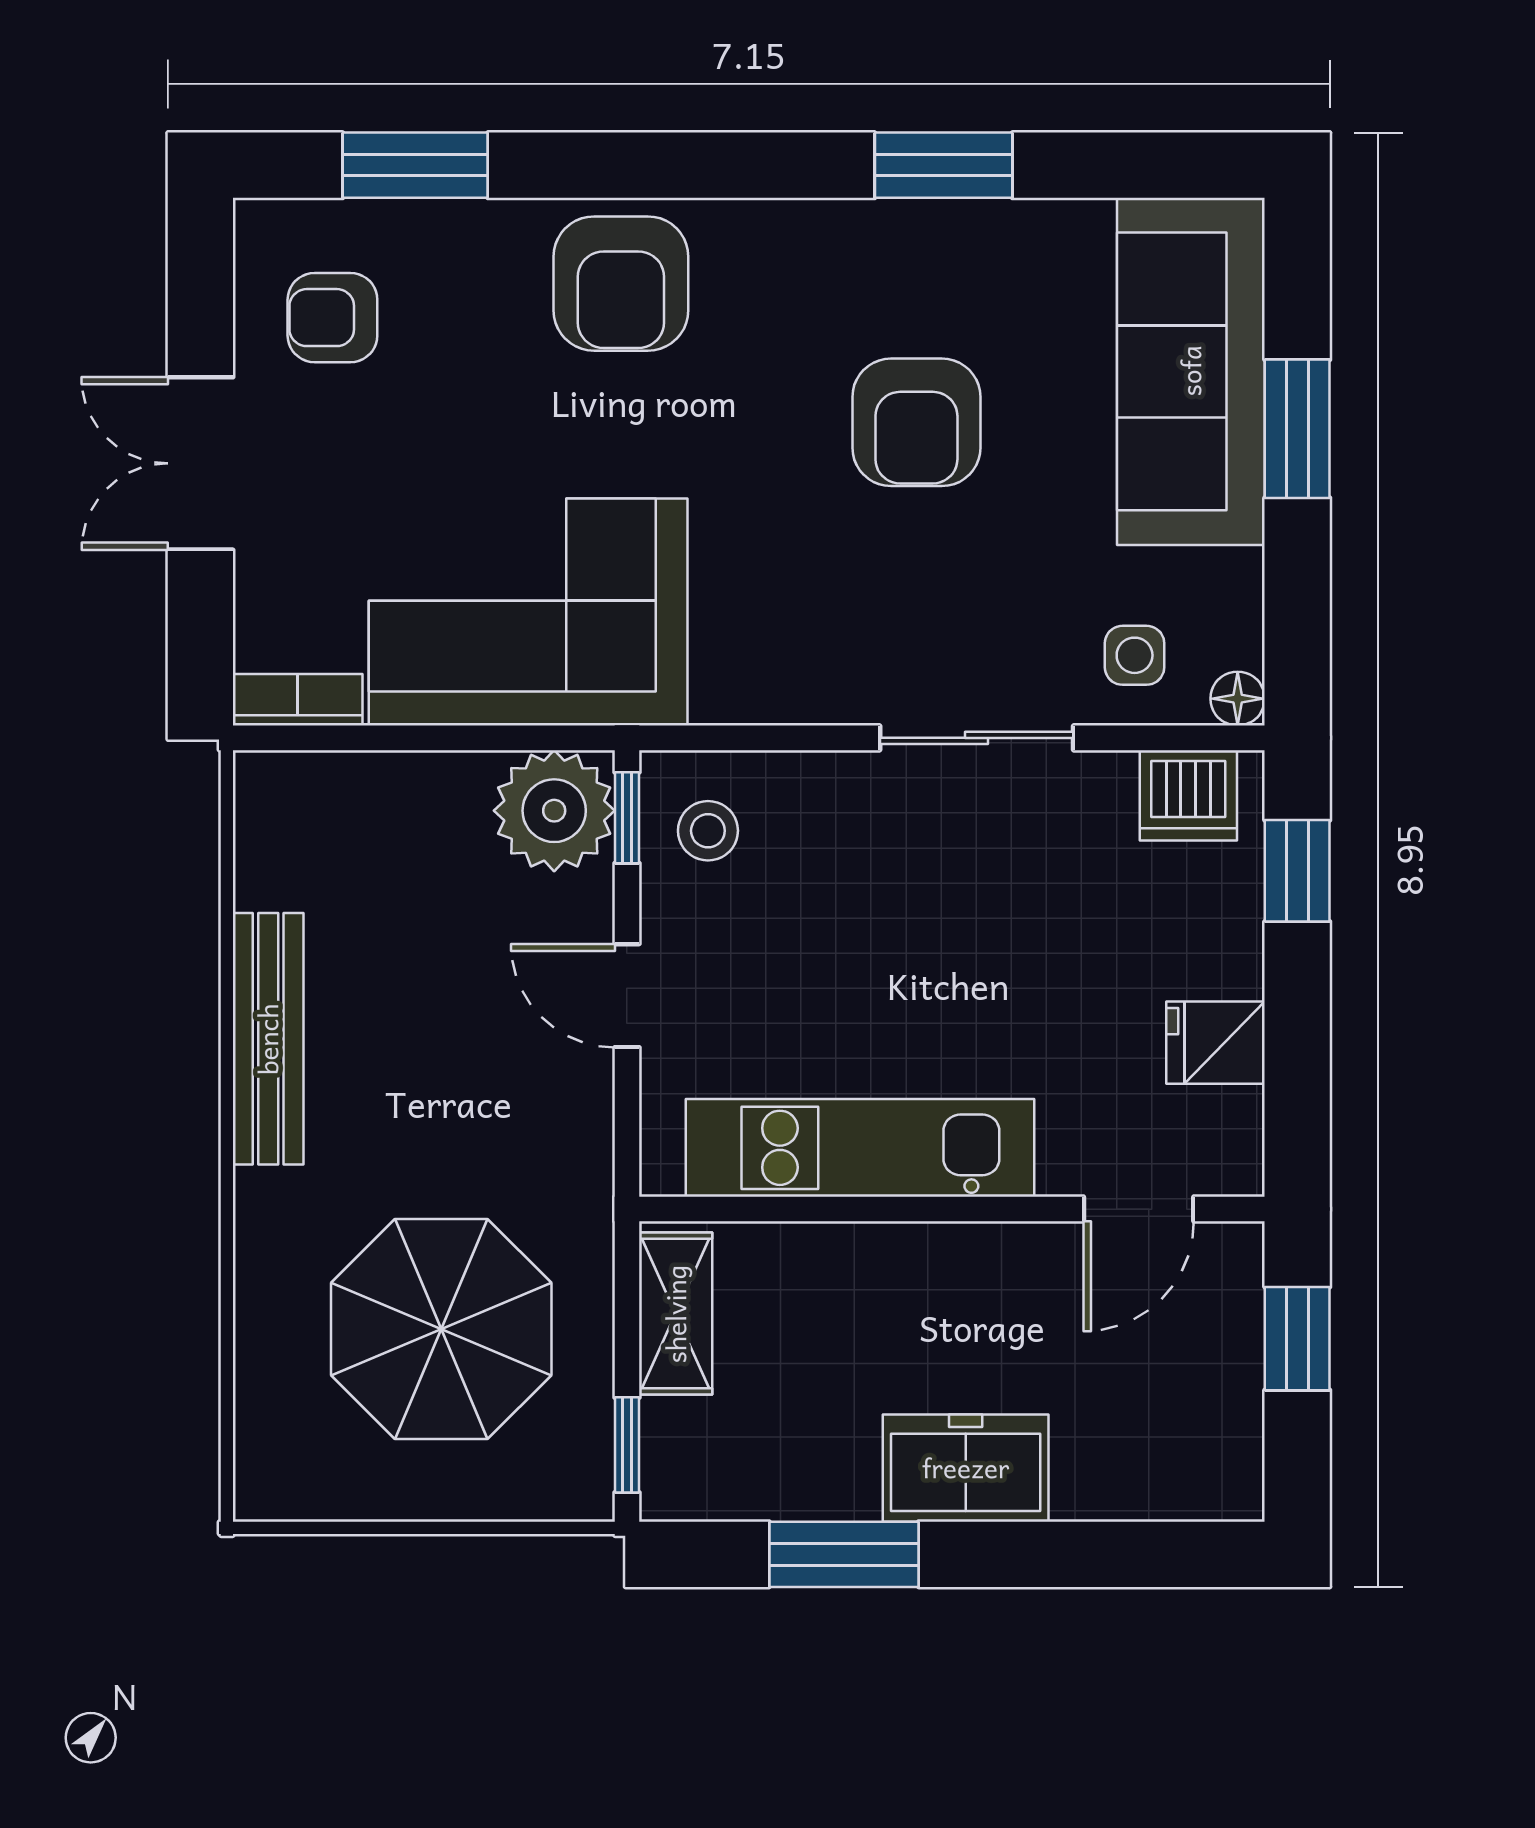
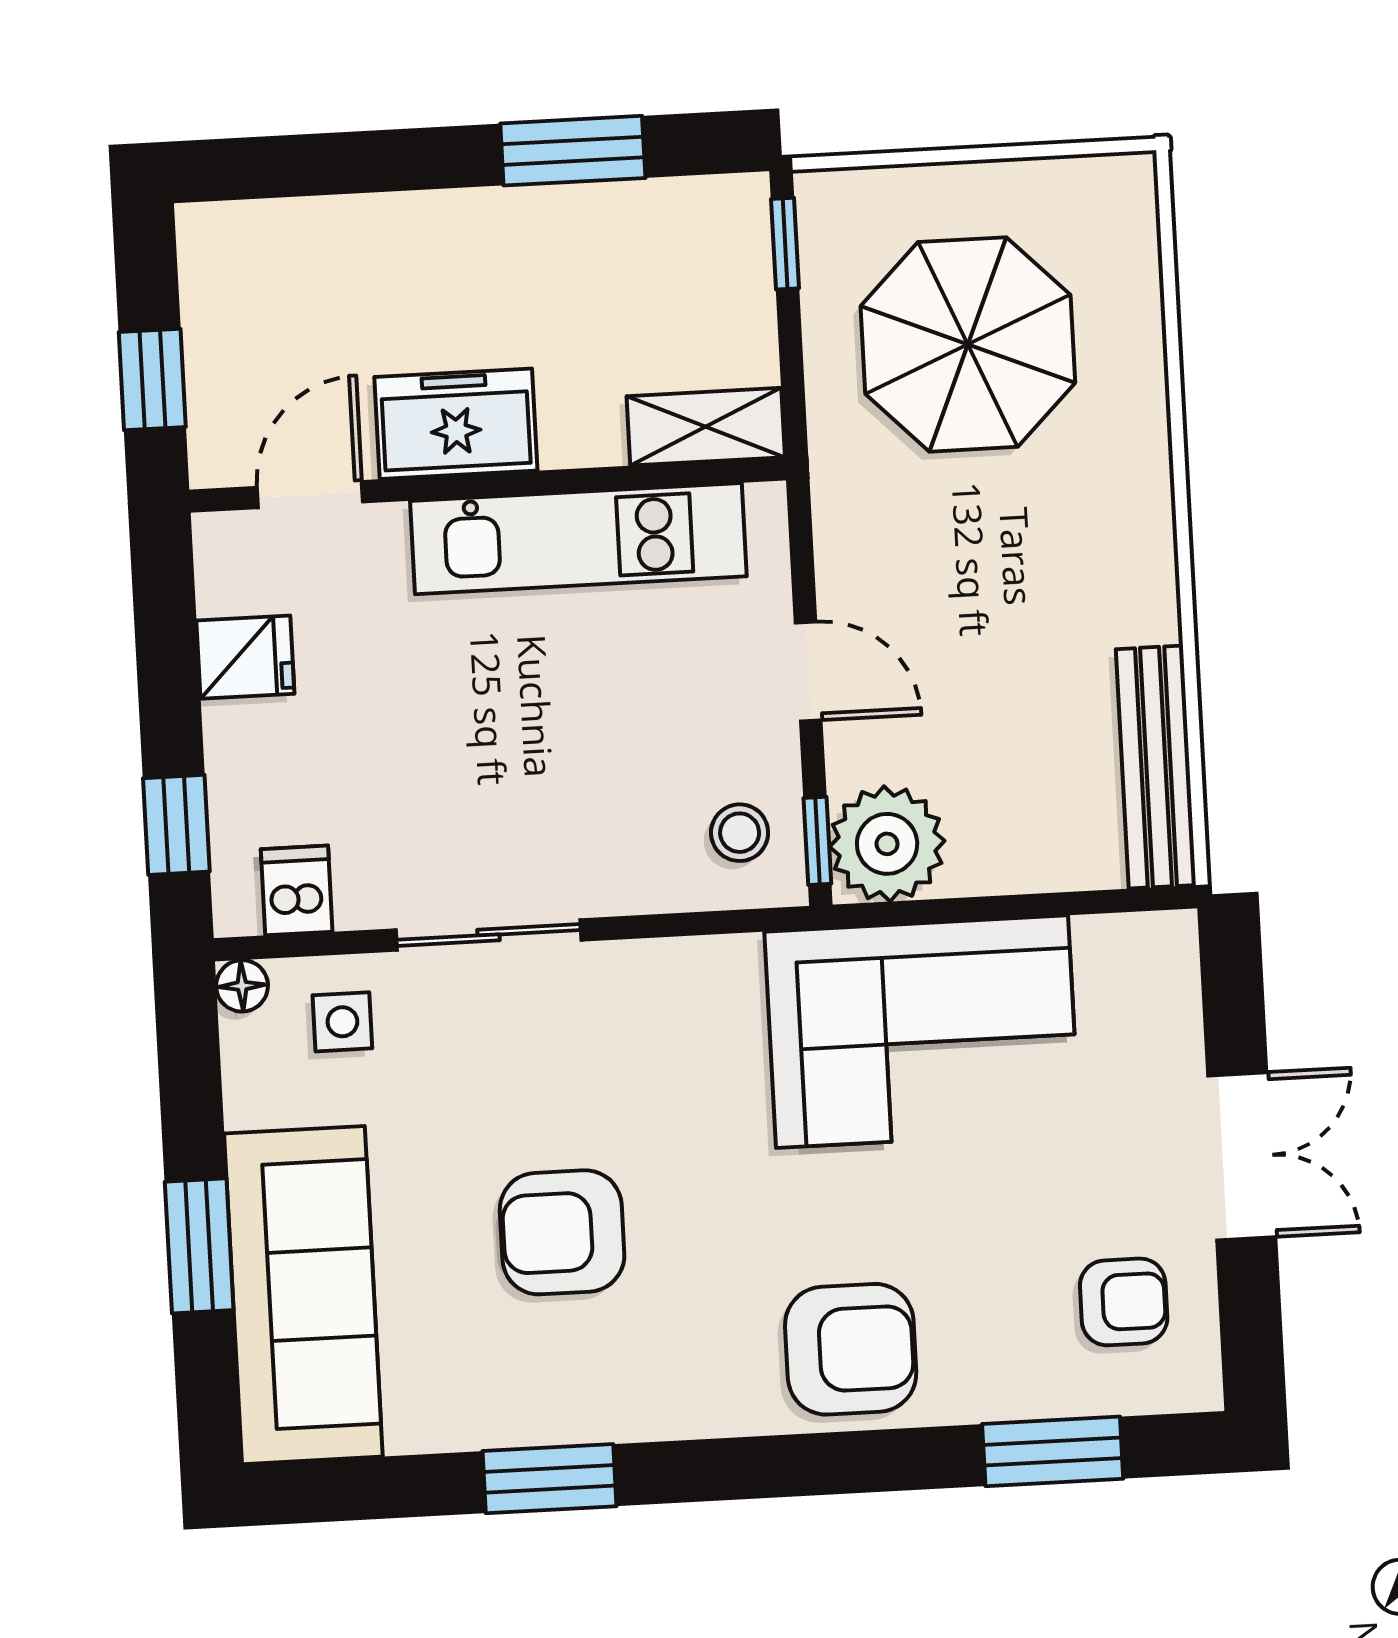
armchair: (621, 284) -> (851, 1349), turned 90
armchair: (916, 422) -> (562, 1232), turned -90
bookcase: (298, 700) -> (1137, 936), removed
dishwasher: (1188, 795) -> (297, 890), width x0.73
bench: (268, 1039) -> (1156, 767), moved
shelving: (676, 1314) -> (706, 427), moved, turned 90
freezer: (966, 1468) -> (456, 424), moved, turned 180

